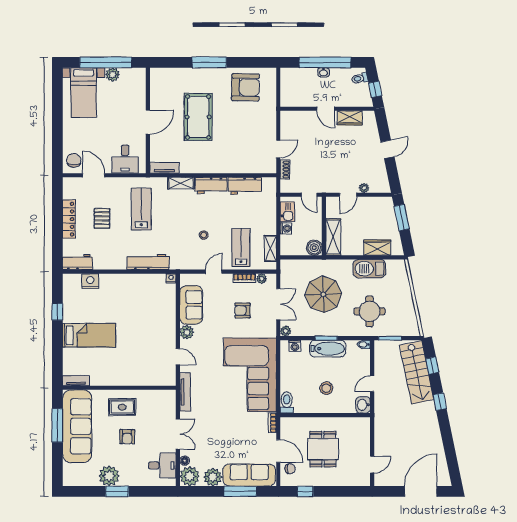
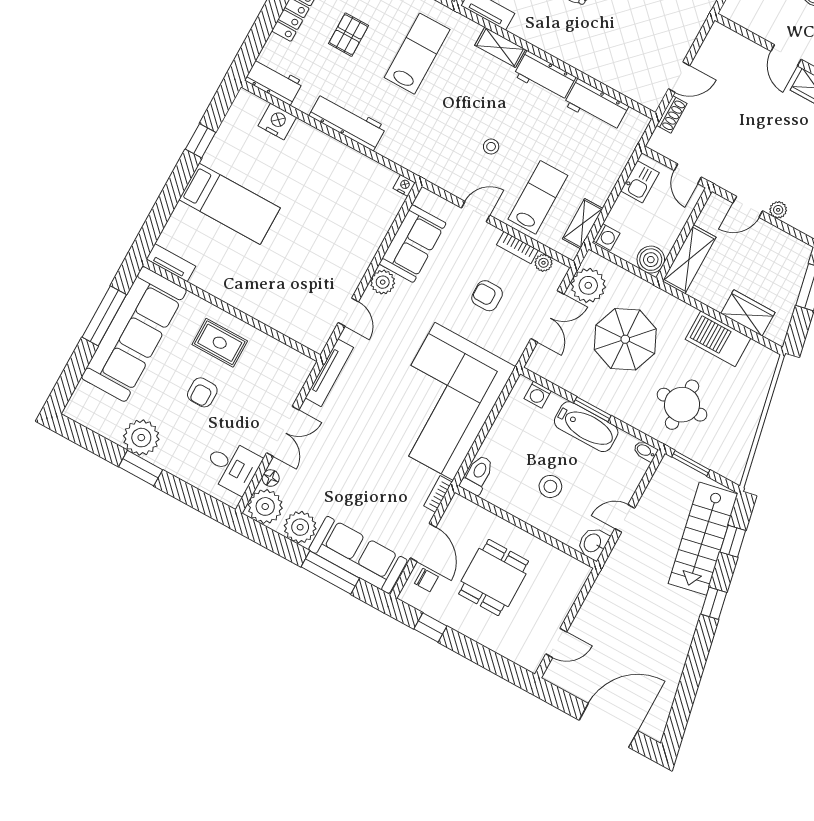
washing machine: (286, 228) -> (606, 237), moved
workbench: (148, 262) -> (348, 121), moved
plant: (286, 331) -> (588, 285), moved, width x1.88, depth x1.88

